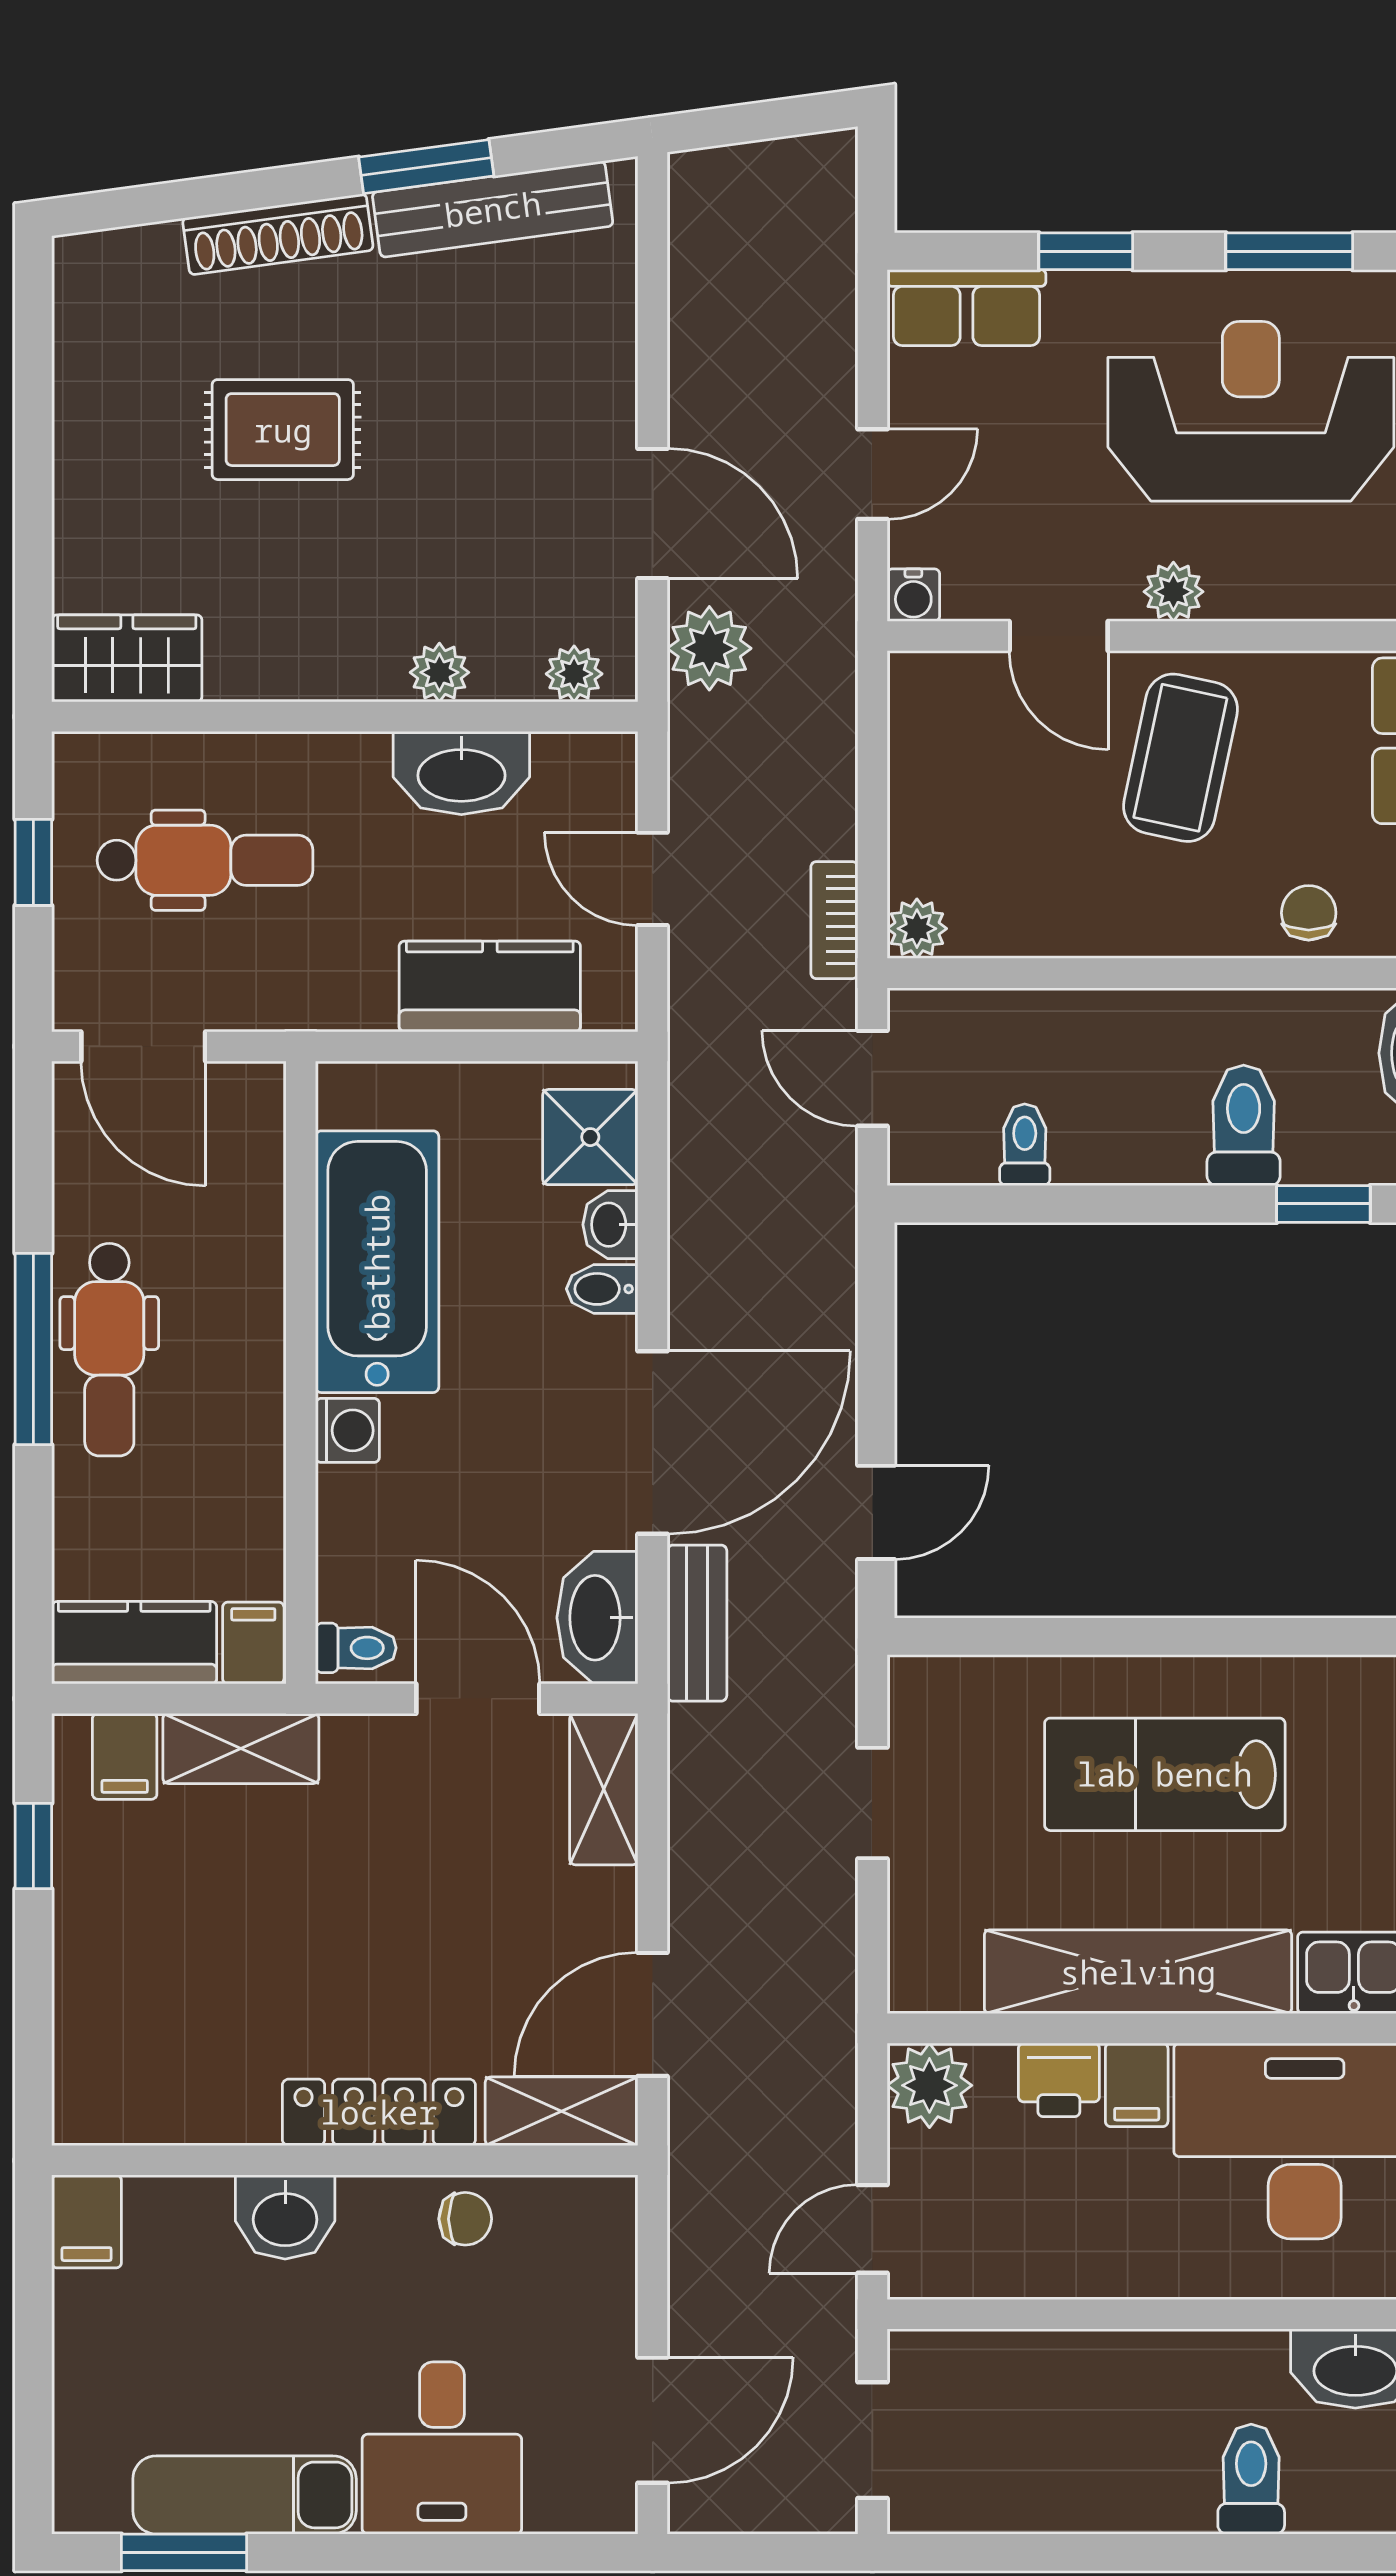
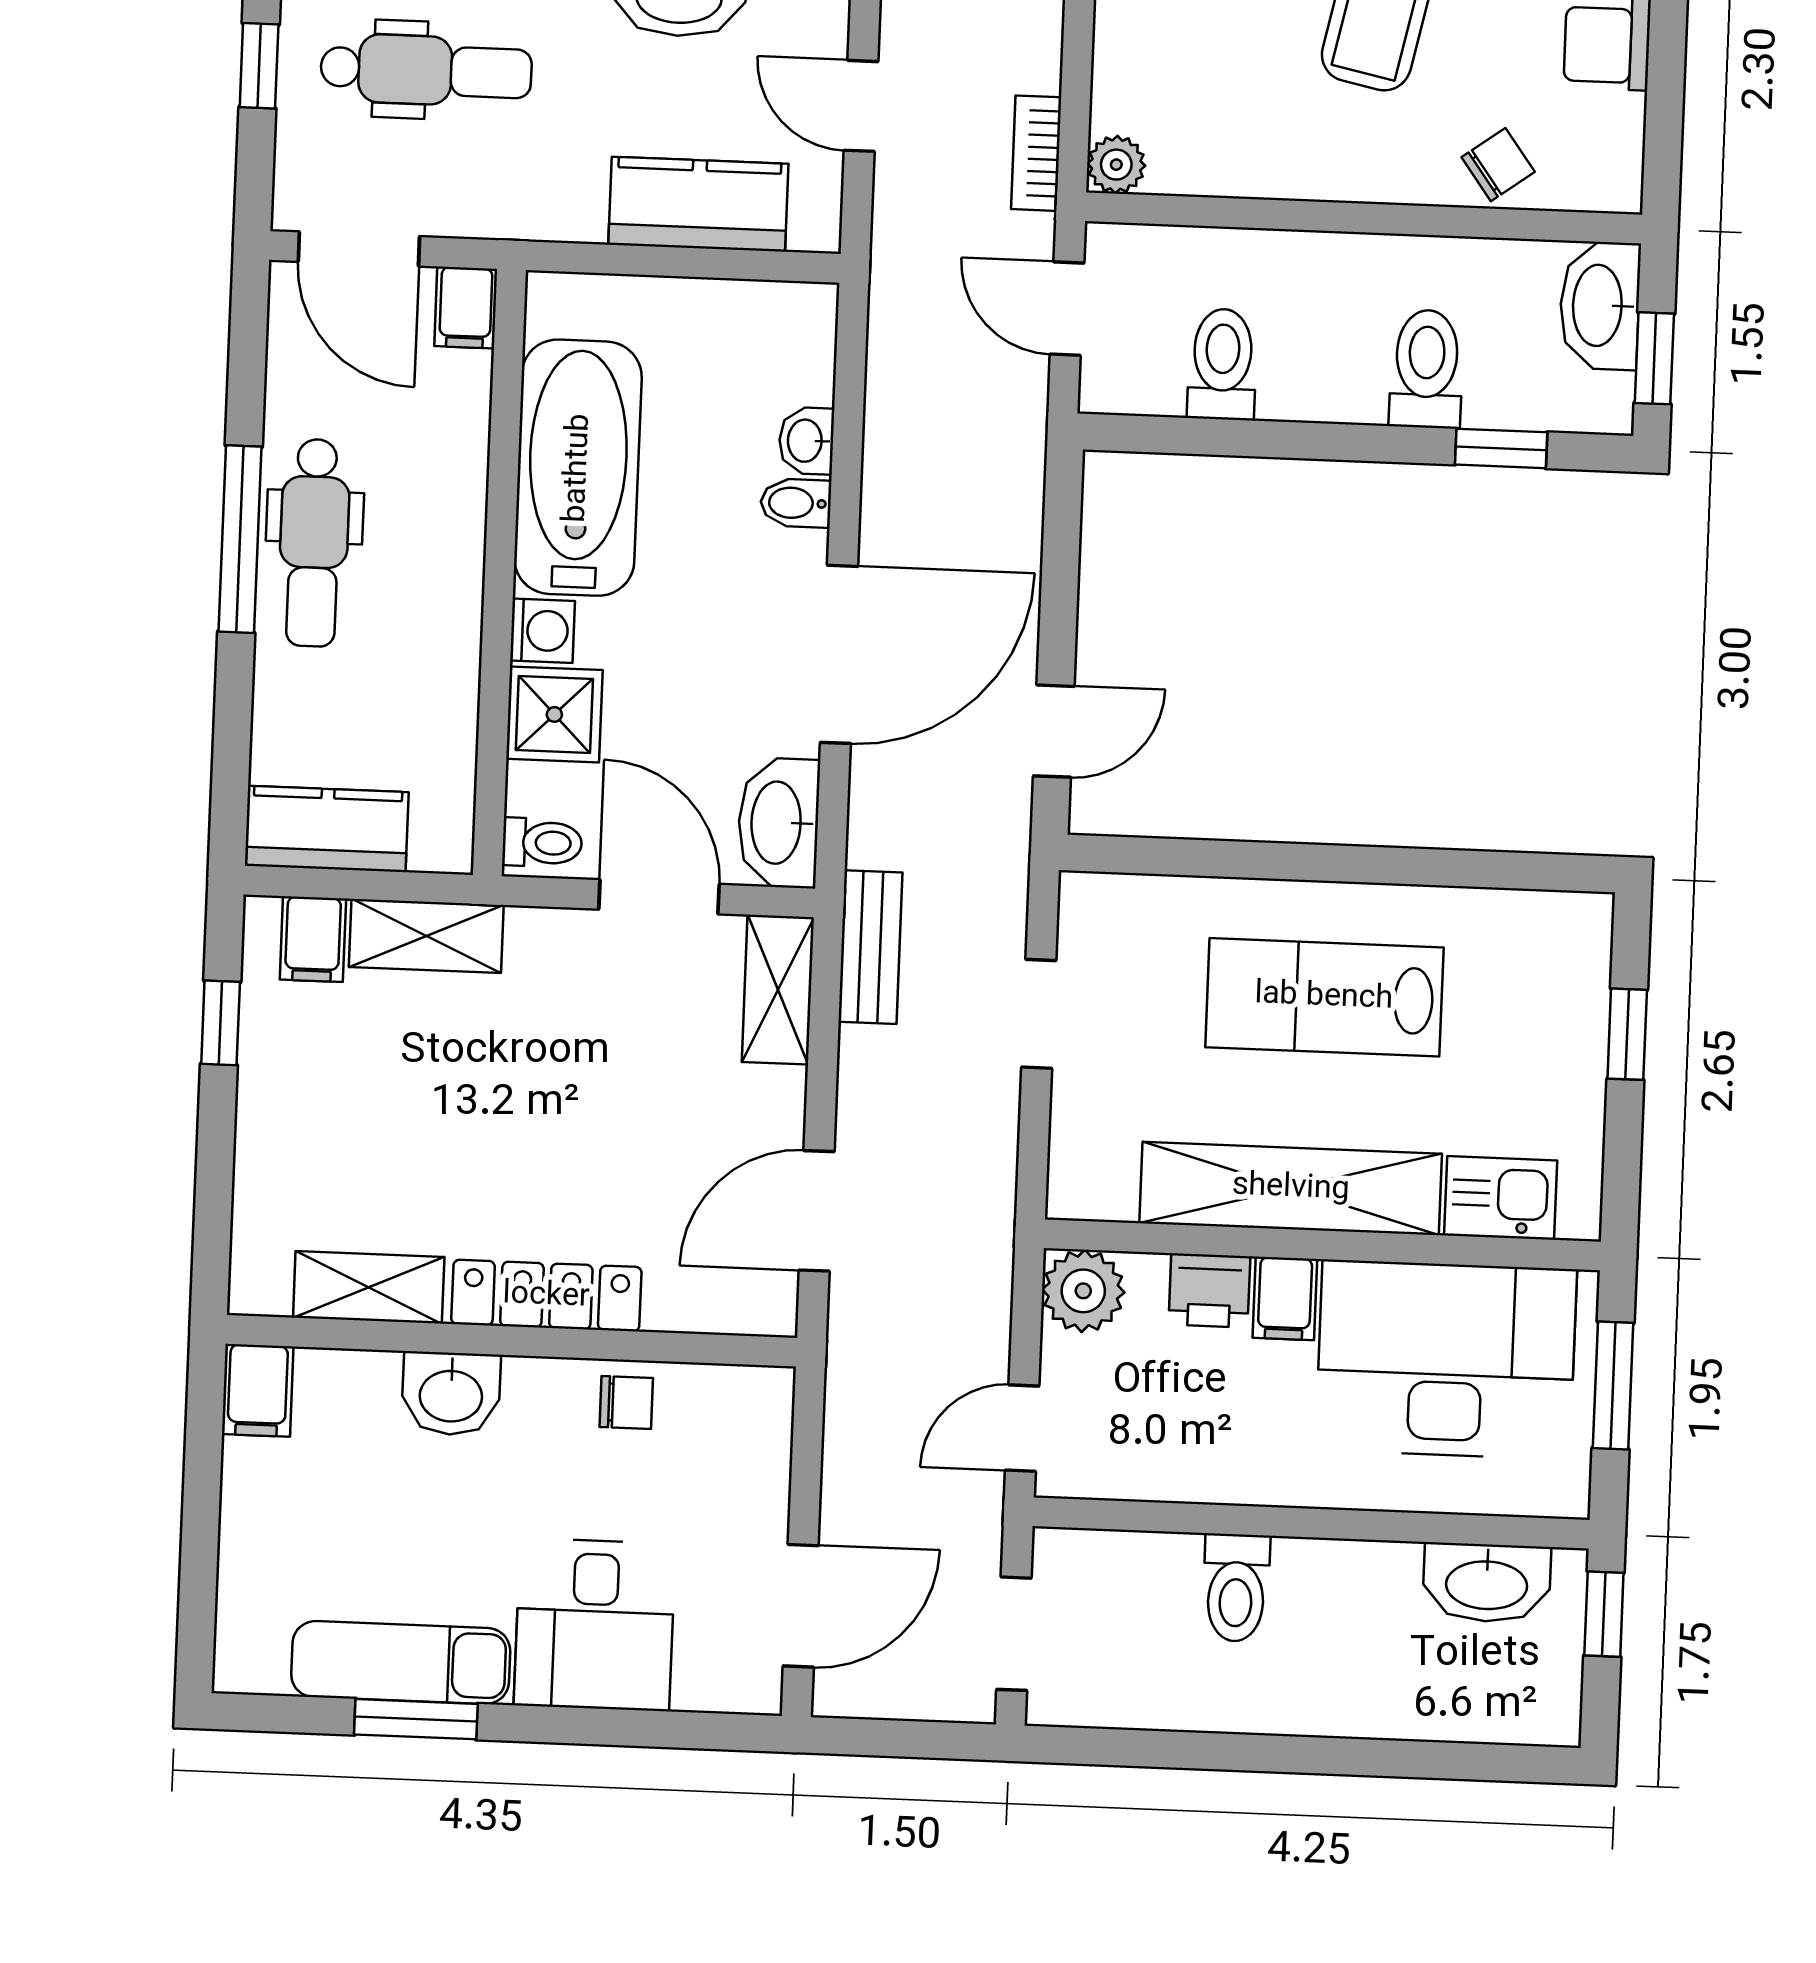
chair: (1309, 913) -> (1498, 165), turned 54
shower: (590, 1137) -> (554, 714), moved
toilet: (1025, 1145) -> (1222, 364), width x1.37, depth x1.39
bench: (697, 1623) -> (870, 947), moved
filing cabinet: (253, 1643) -> (466, 308), moved, turned 180
shelving: (562, 2111) -> (369, 1287), moved
toilet: (1251, 2479) -> (1236, 1588), moved, turned 180
window: (184, 2552) -> (416, 1719), moved

